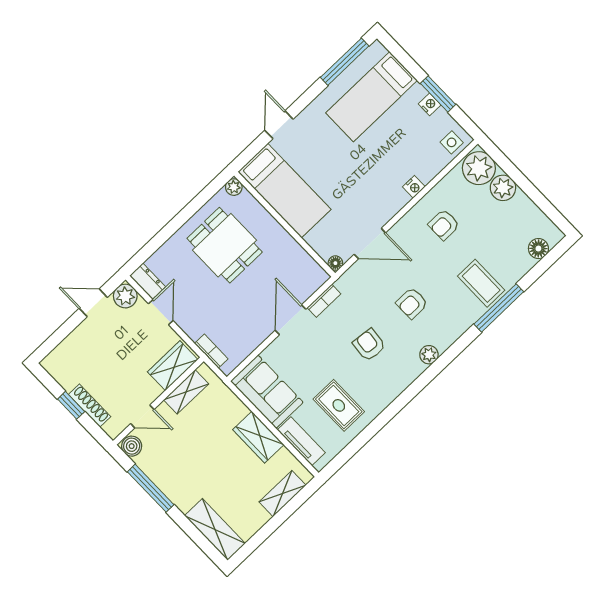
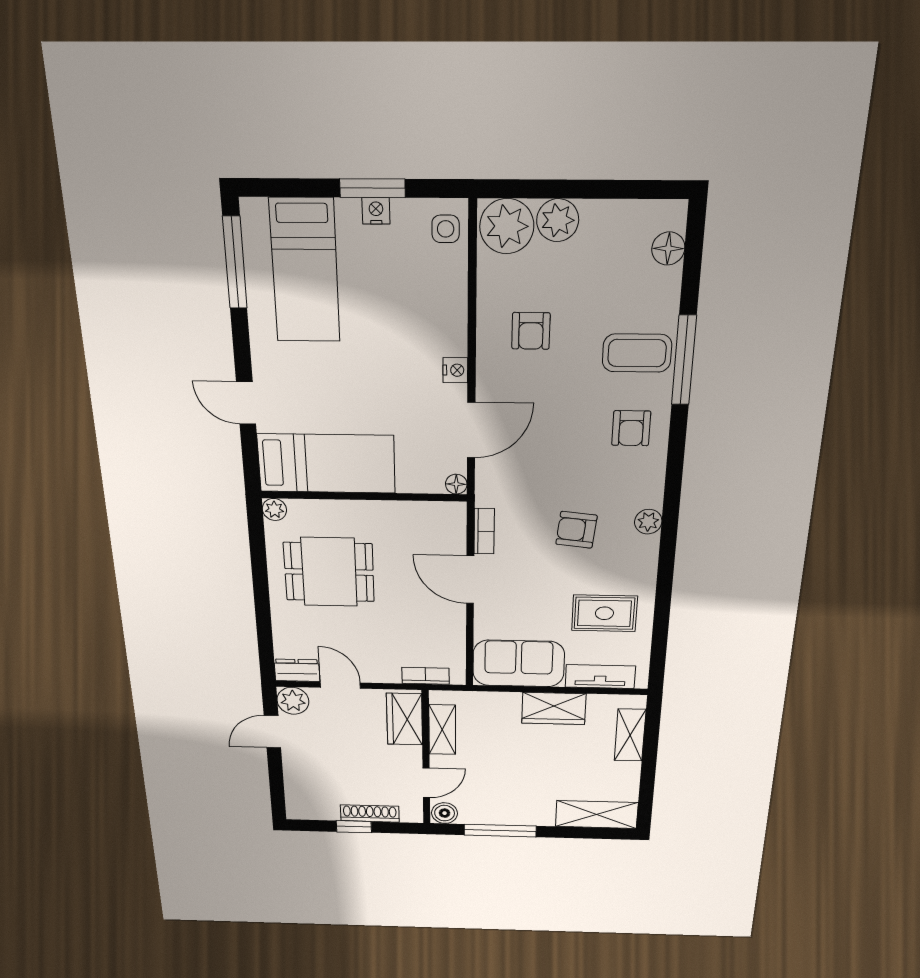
nightstand: (414, 187) -> (455, 370), moved
armchair: (412, 303) -> (631, 428), moved
plant: (429, 355) -> (648, 522), moved

